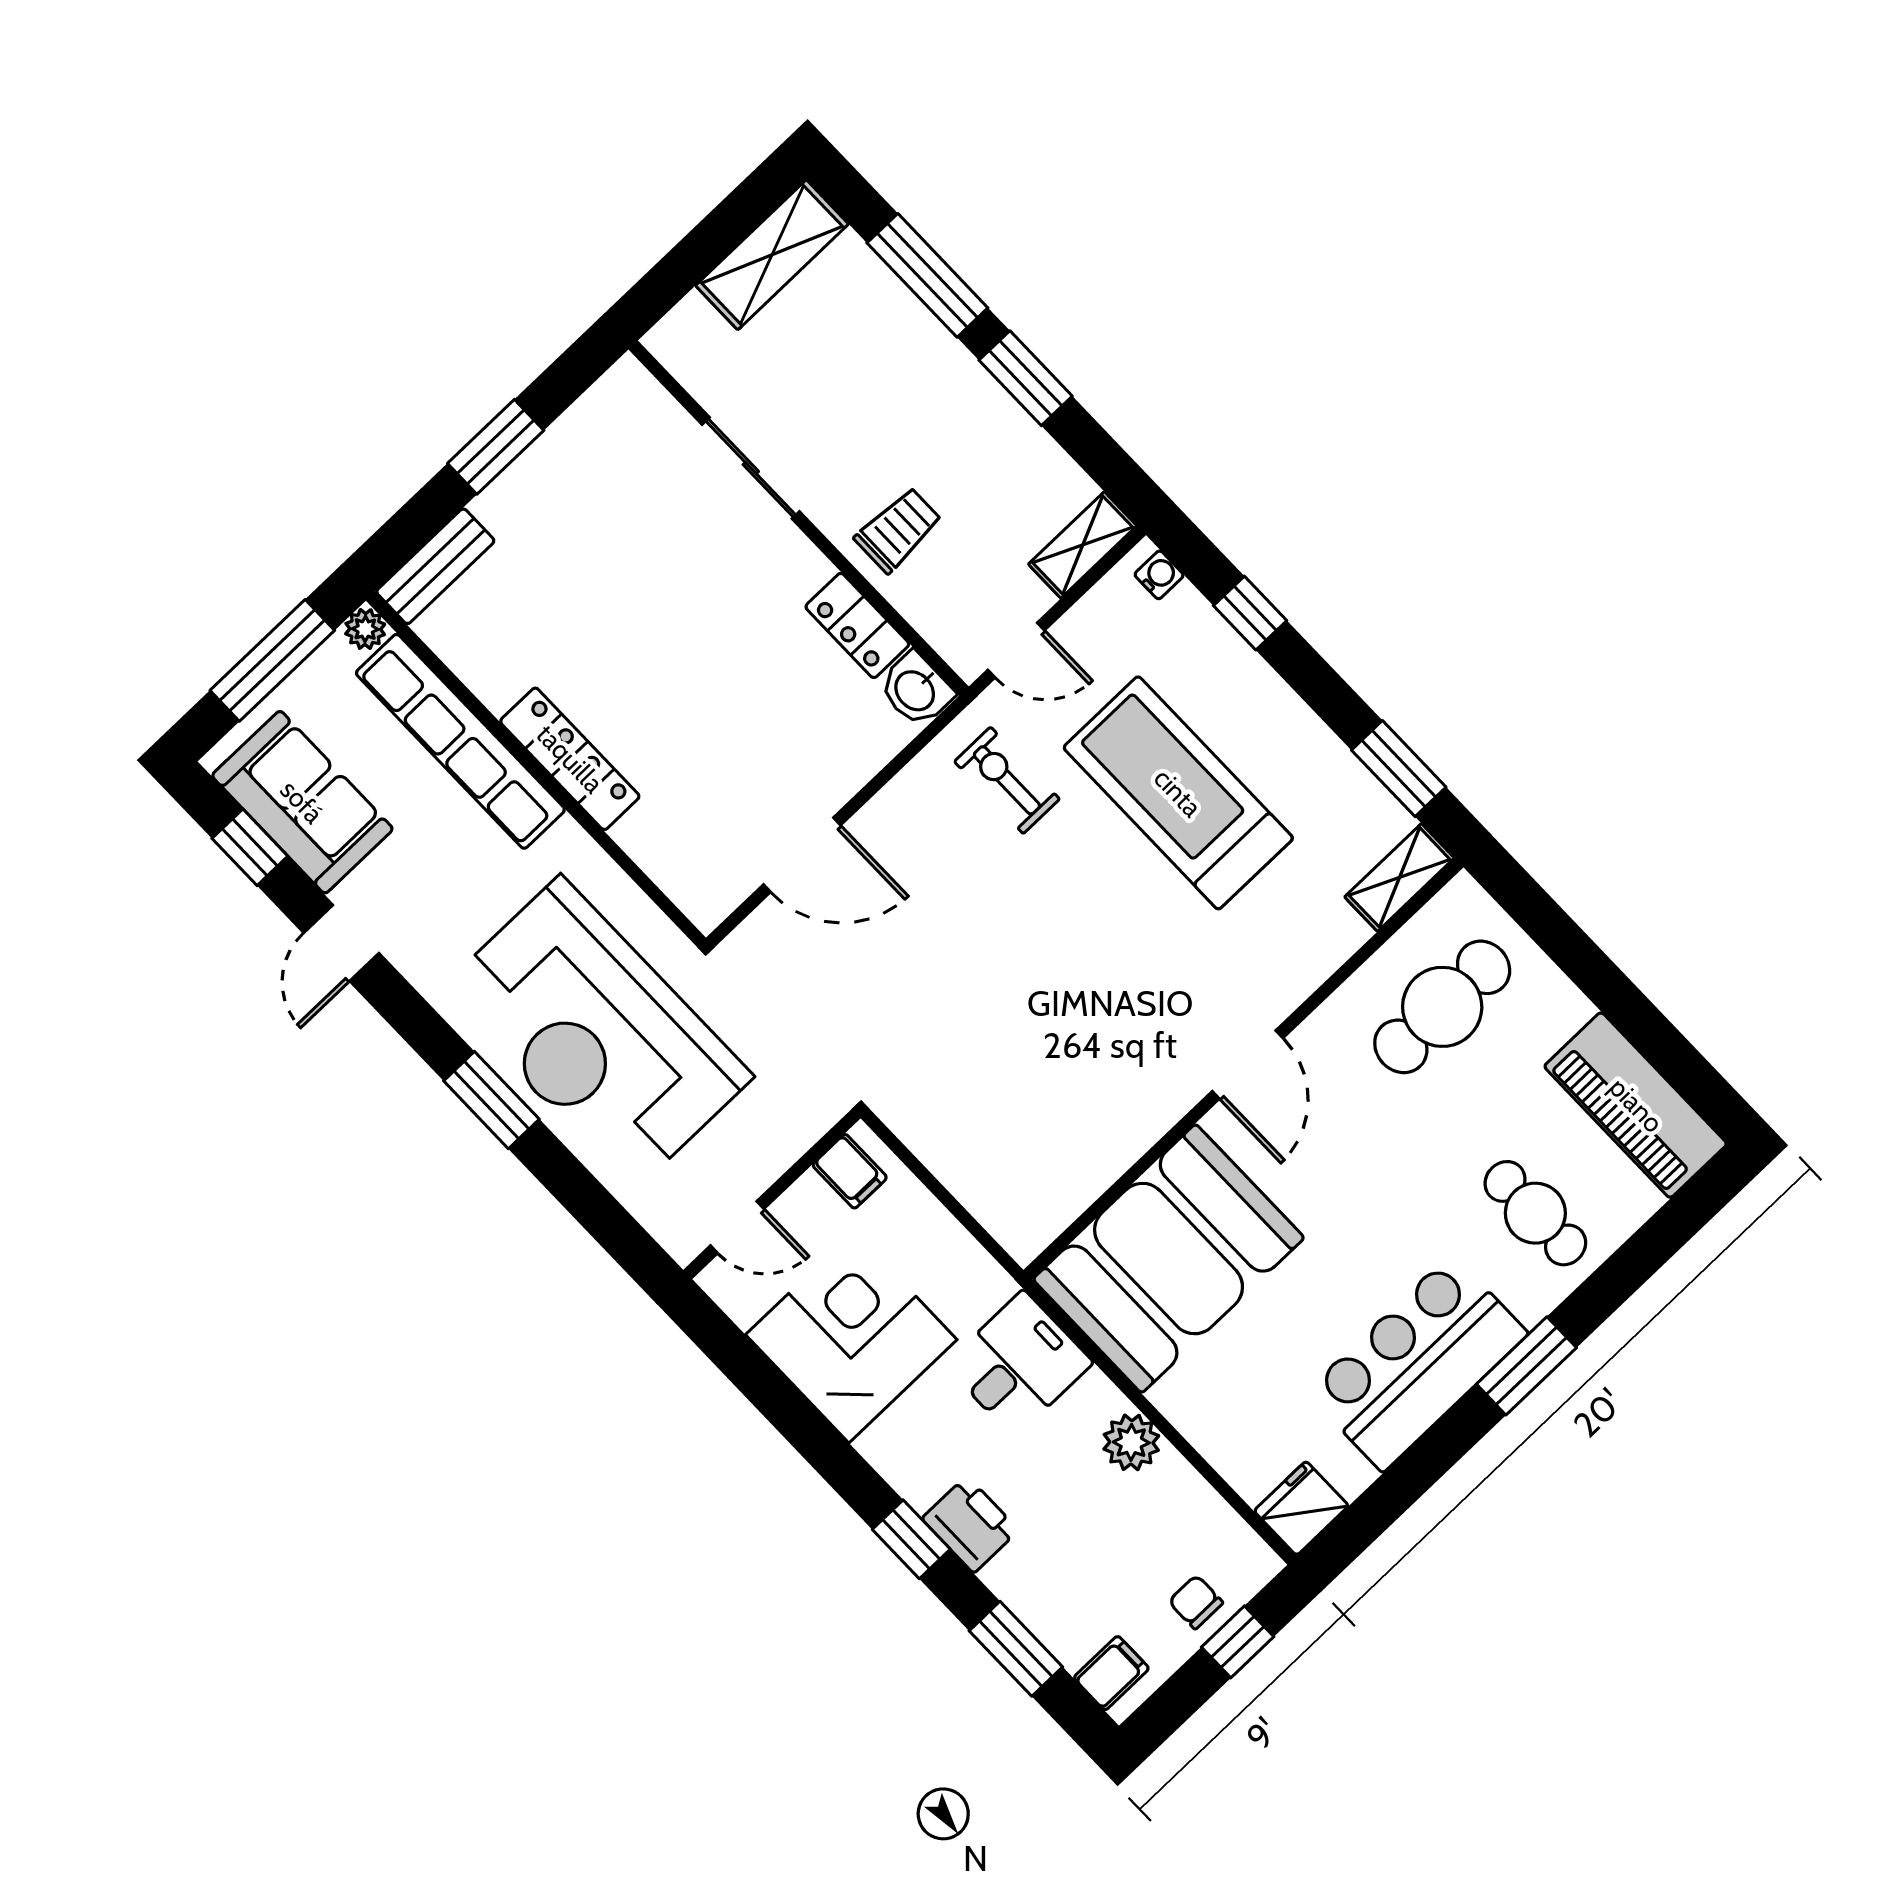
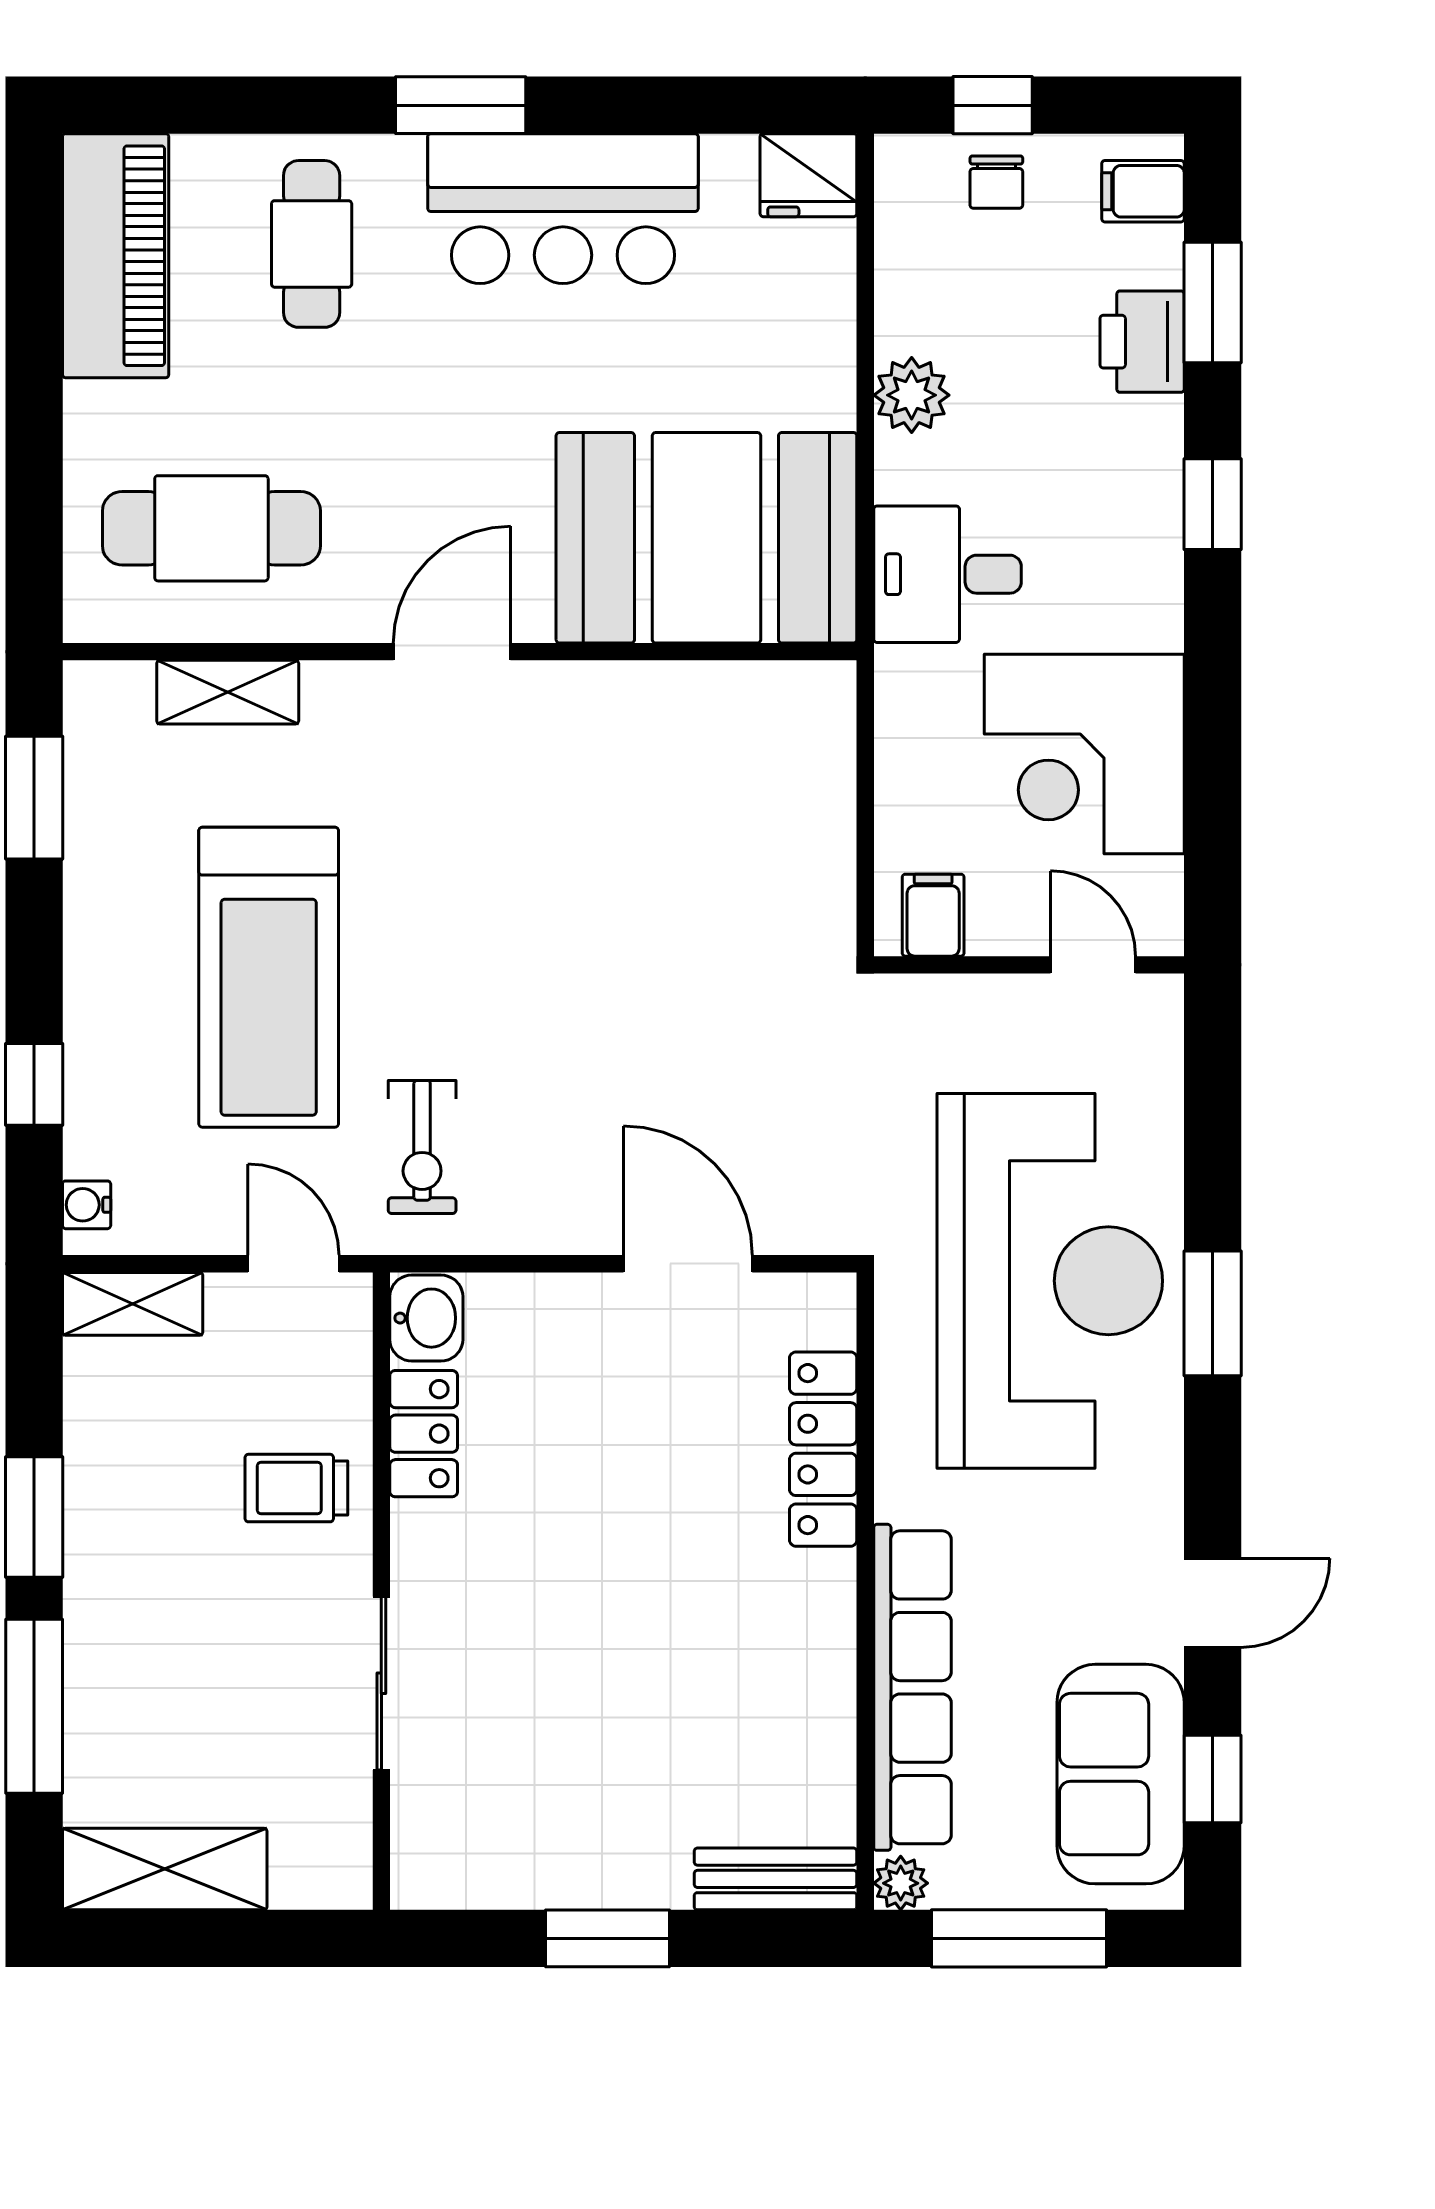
locker: (570, 759) -> (823, 1449), moved
shelving: (1400, 877) -> (228, 692), moved
printer: (970, 1524) -> (1142, 342), moved

